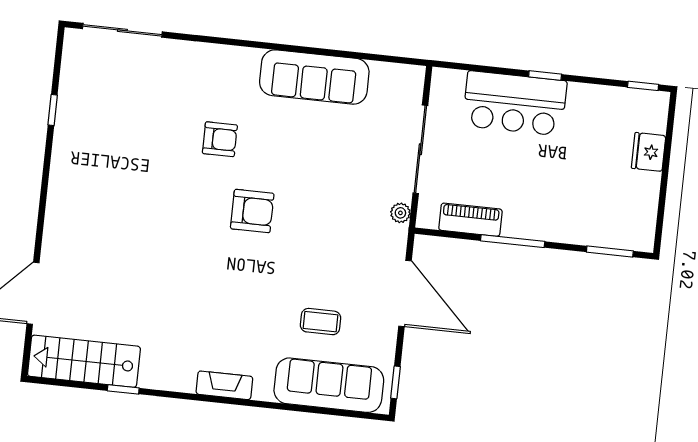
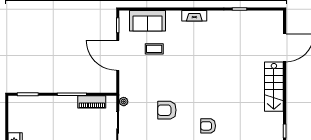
armchair: (252, 211) -> (167, 110), moved
door: (405, 293) -> (118, 55), moved
stairs: (84, 361) -> (274, 87), moved, turned 90
sofa: (329, 385) -> (147, 21), width x0.73

